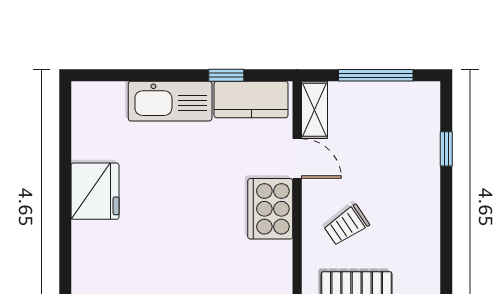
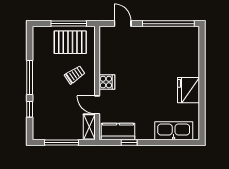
kitchen sink: (170, 101) -> (174, 131), moved
cooker: (270, 209) -> (107, 82), width x0.53, depth x0.76
window: (446, 219) -> (30, 77), added

